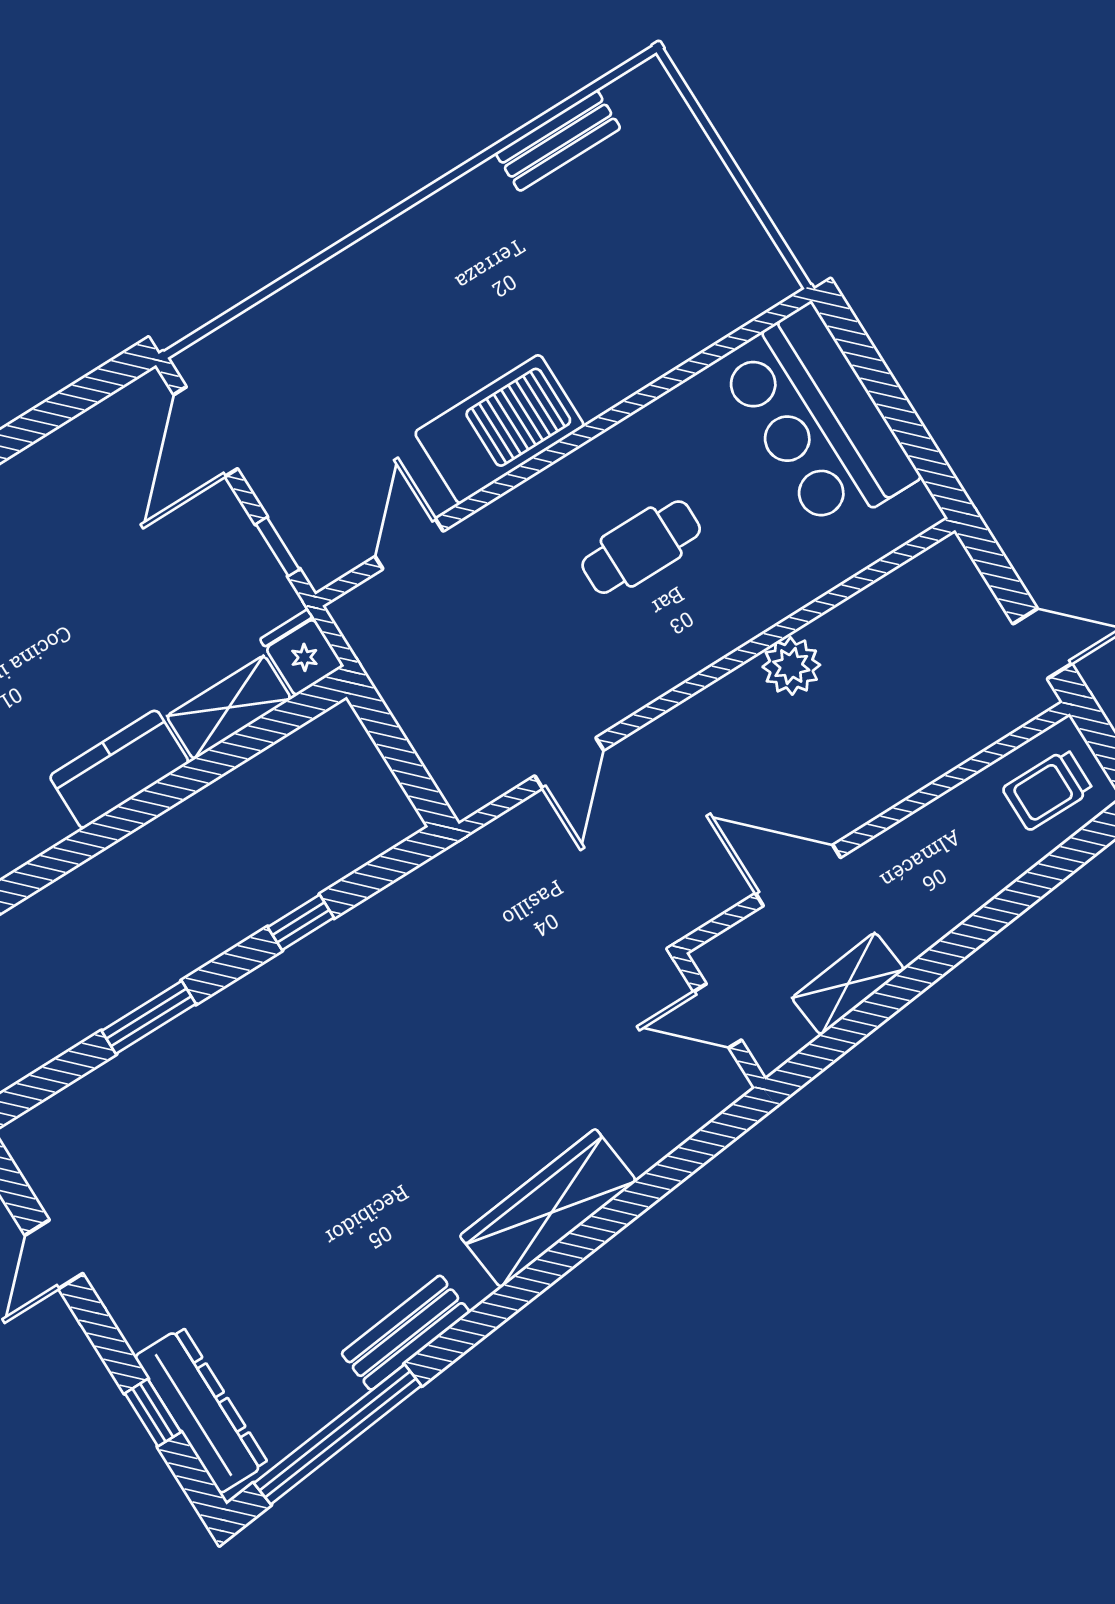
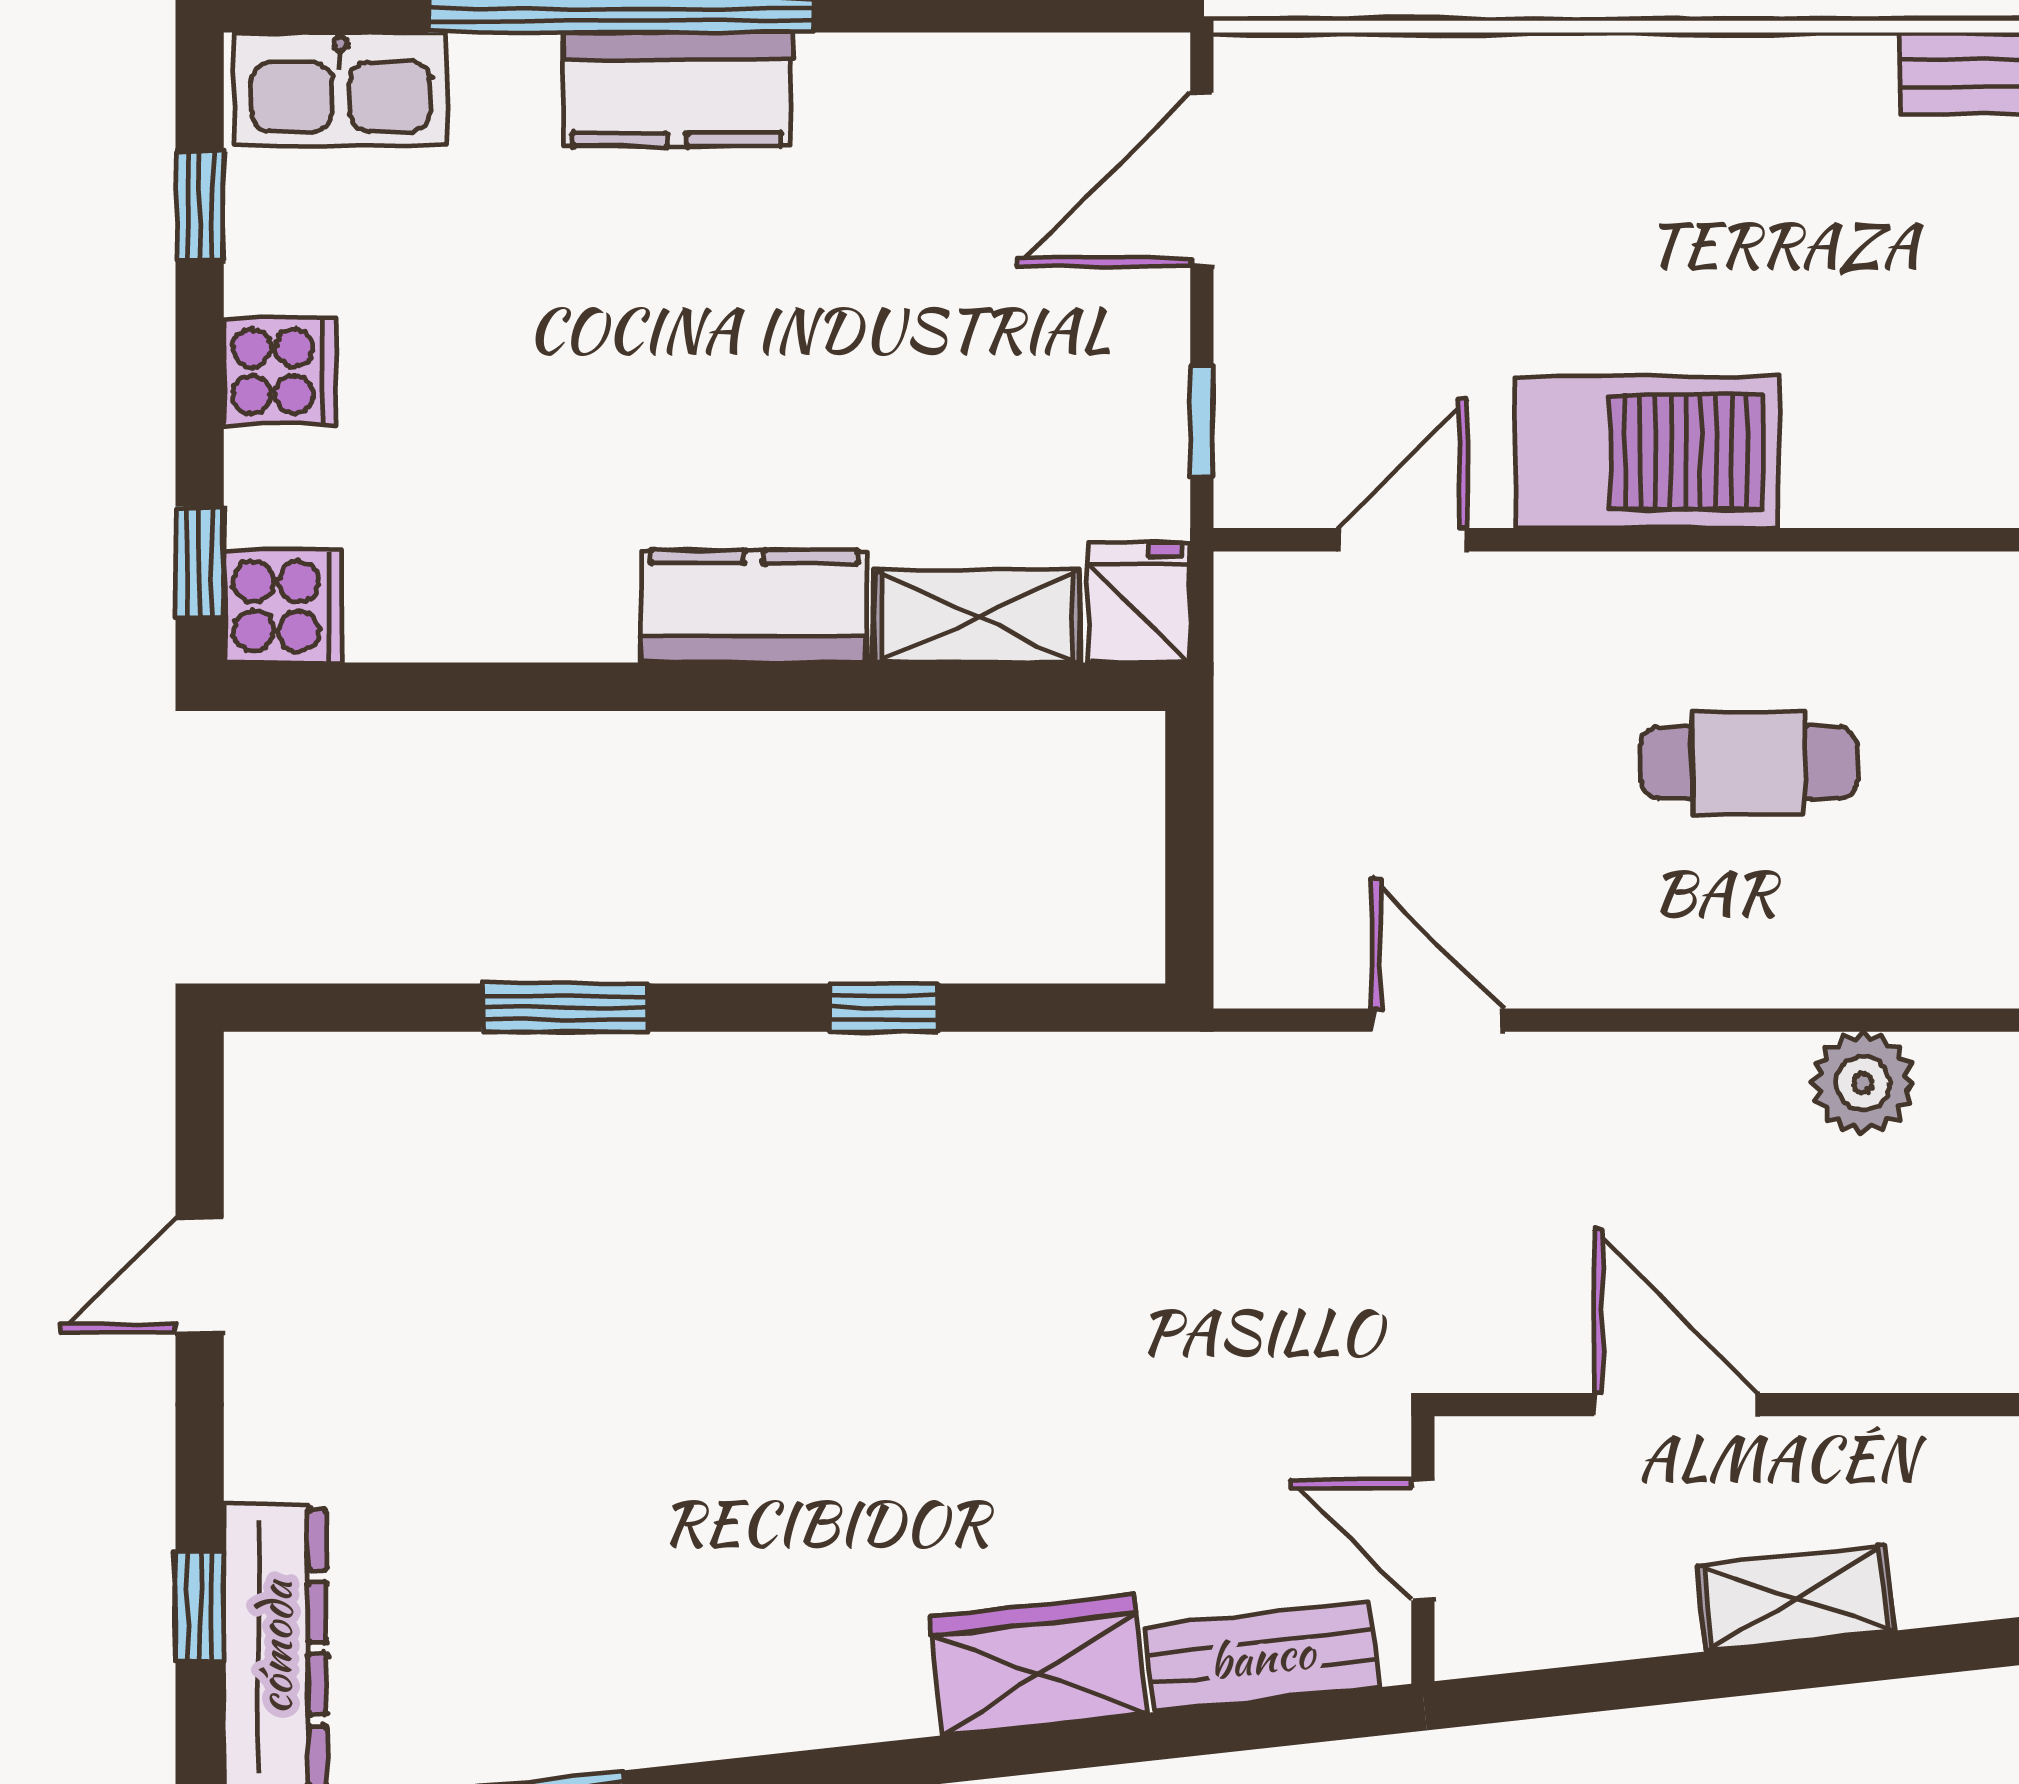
door: (569, 763) -> (1437, 1020), swing flipped
shelving: (848, 984) -> (1796, 1598), moved
wardrobe: (548, 1208) -> (1038, 1665), width x0.67
bench: (405, 1333) -> (1262, 1657), moved

